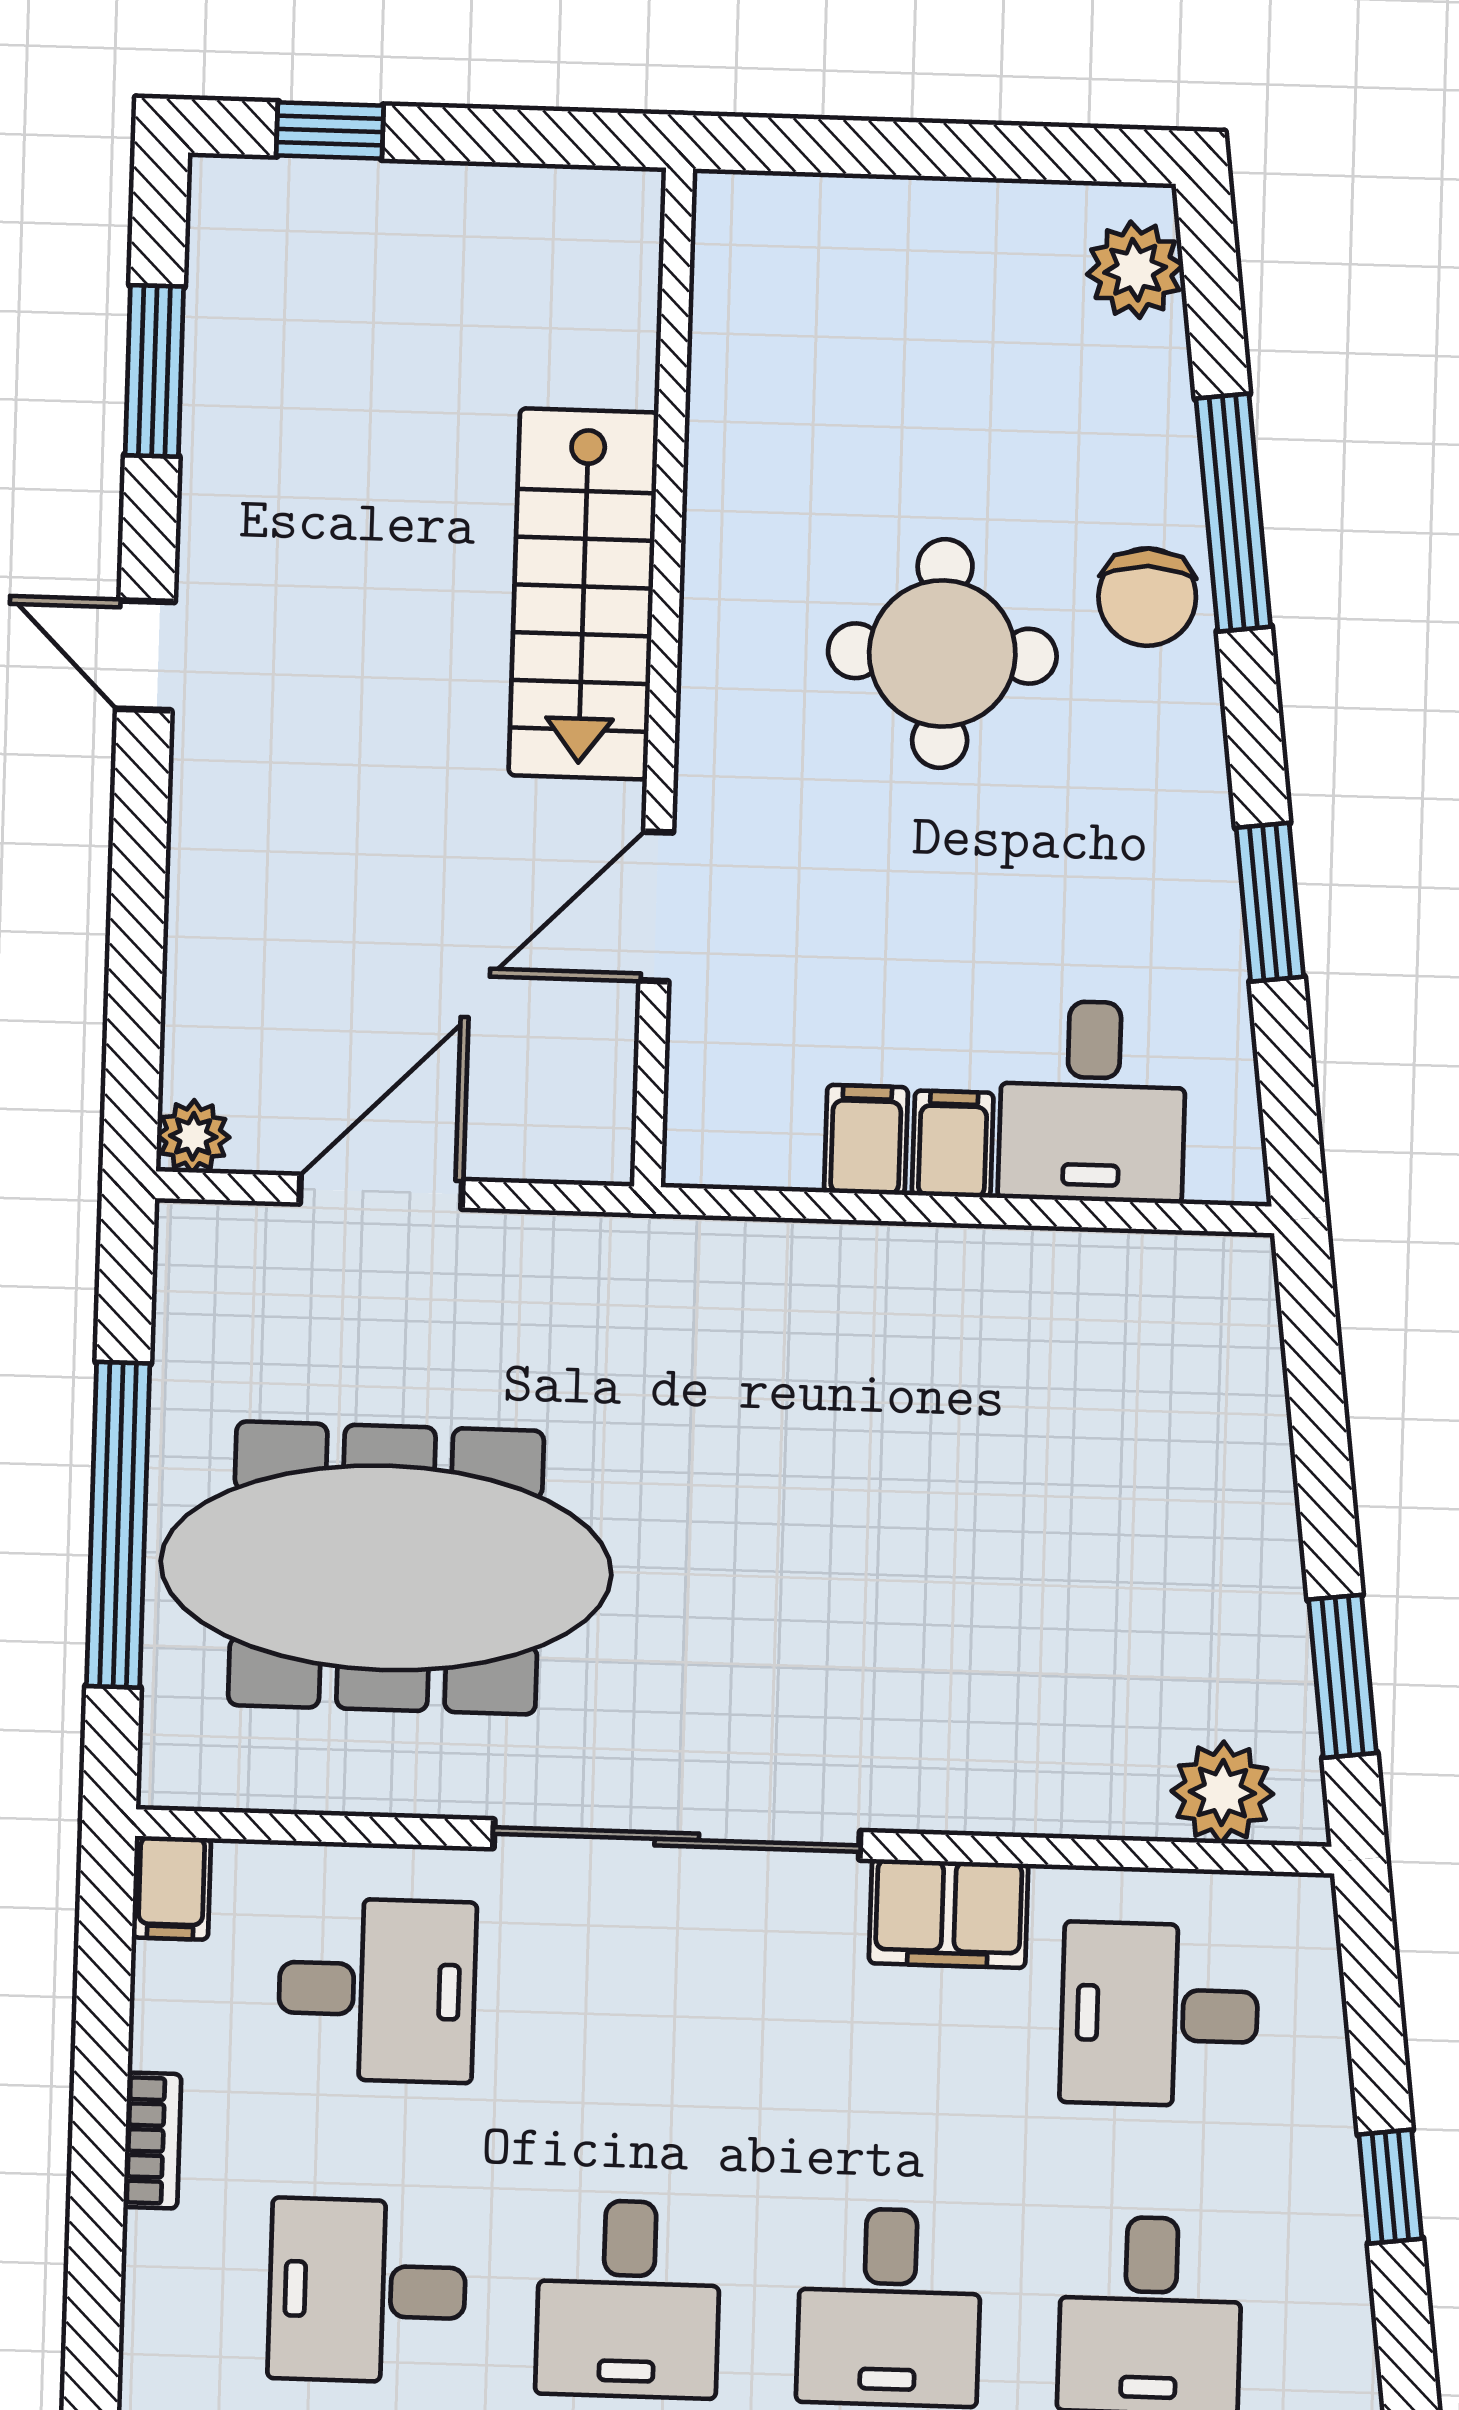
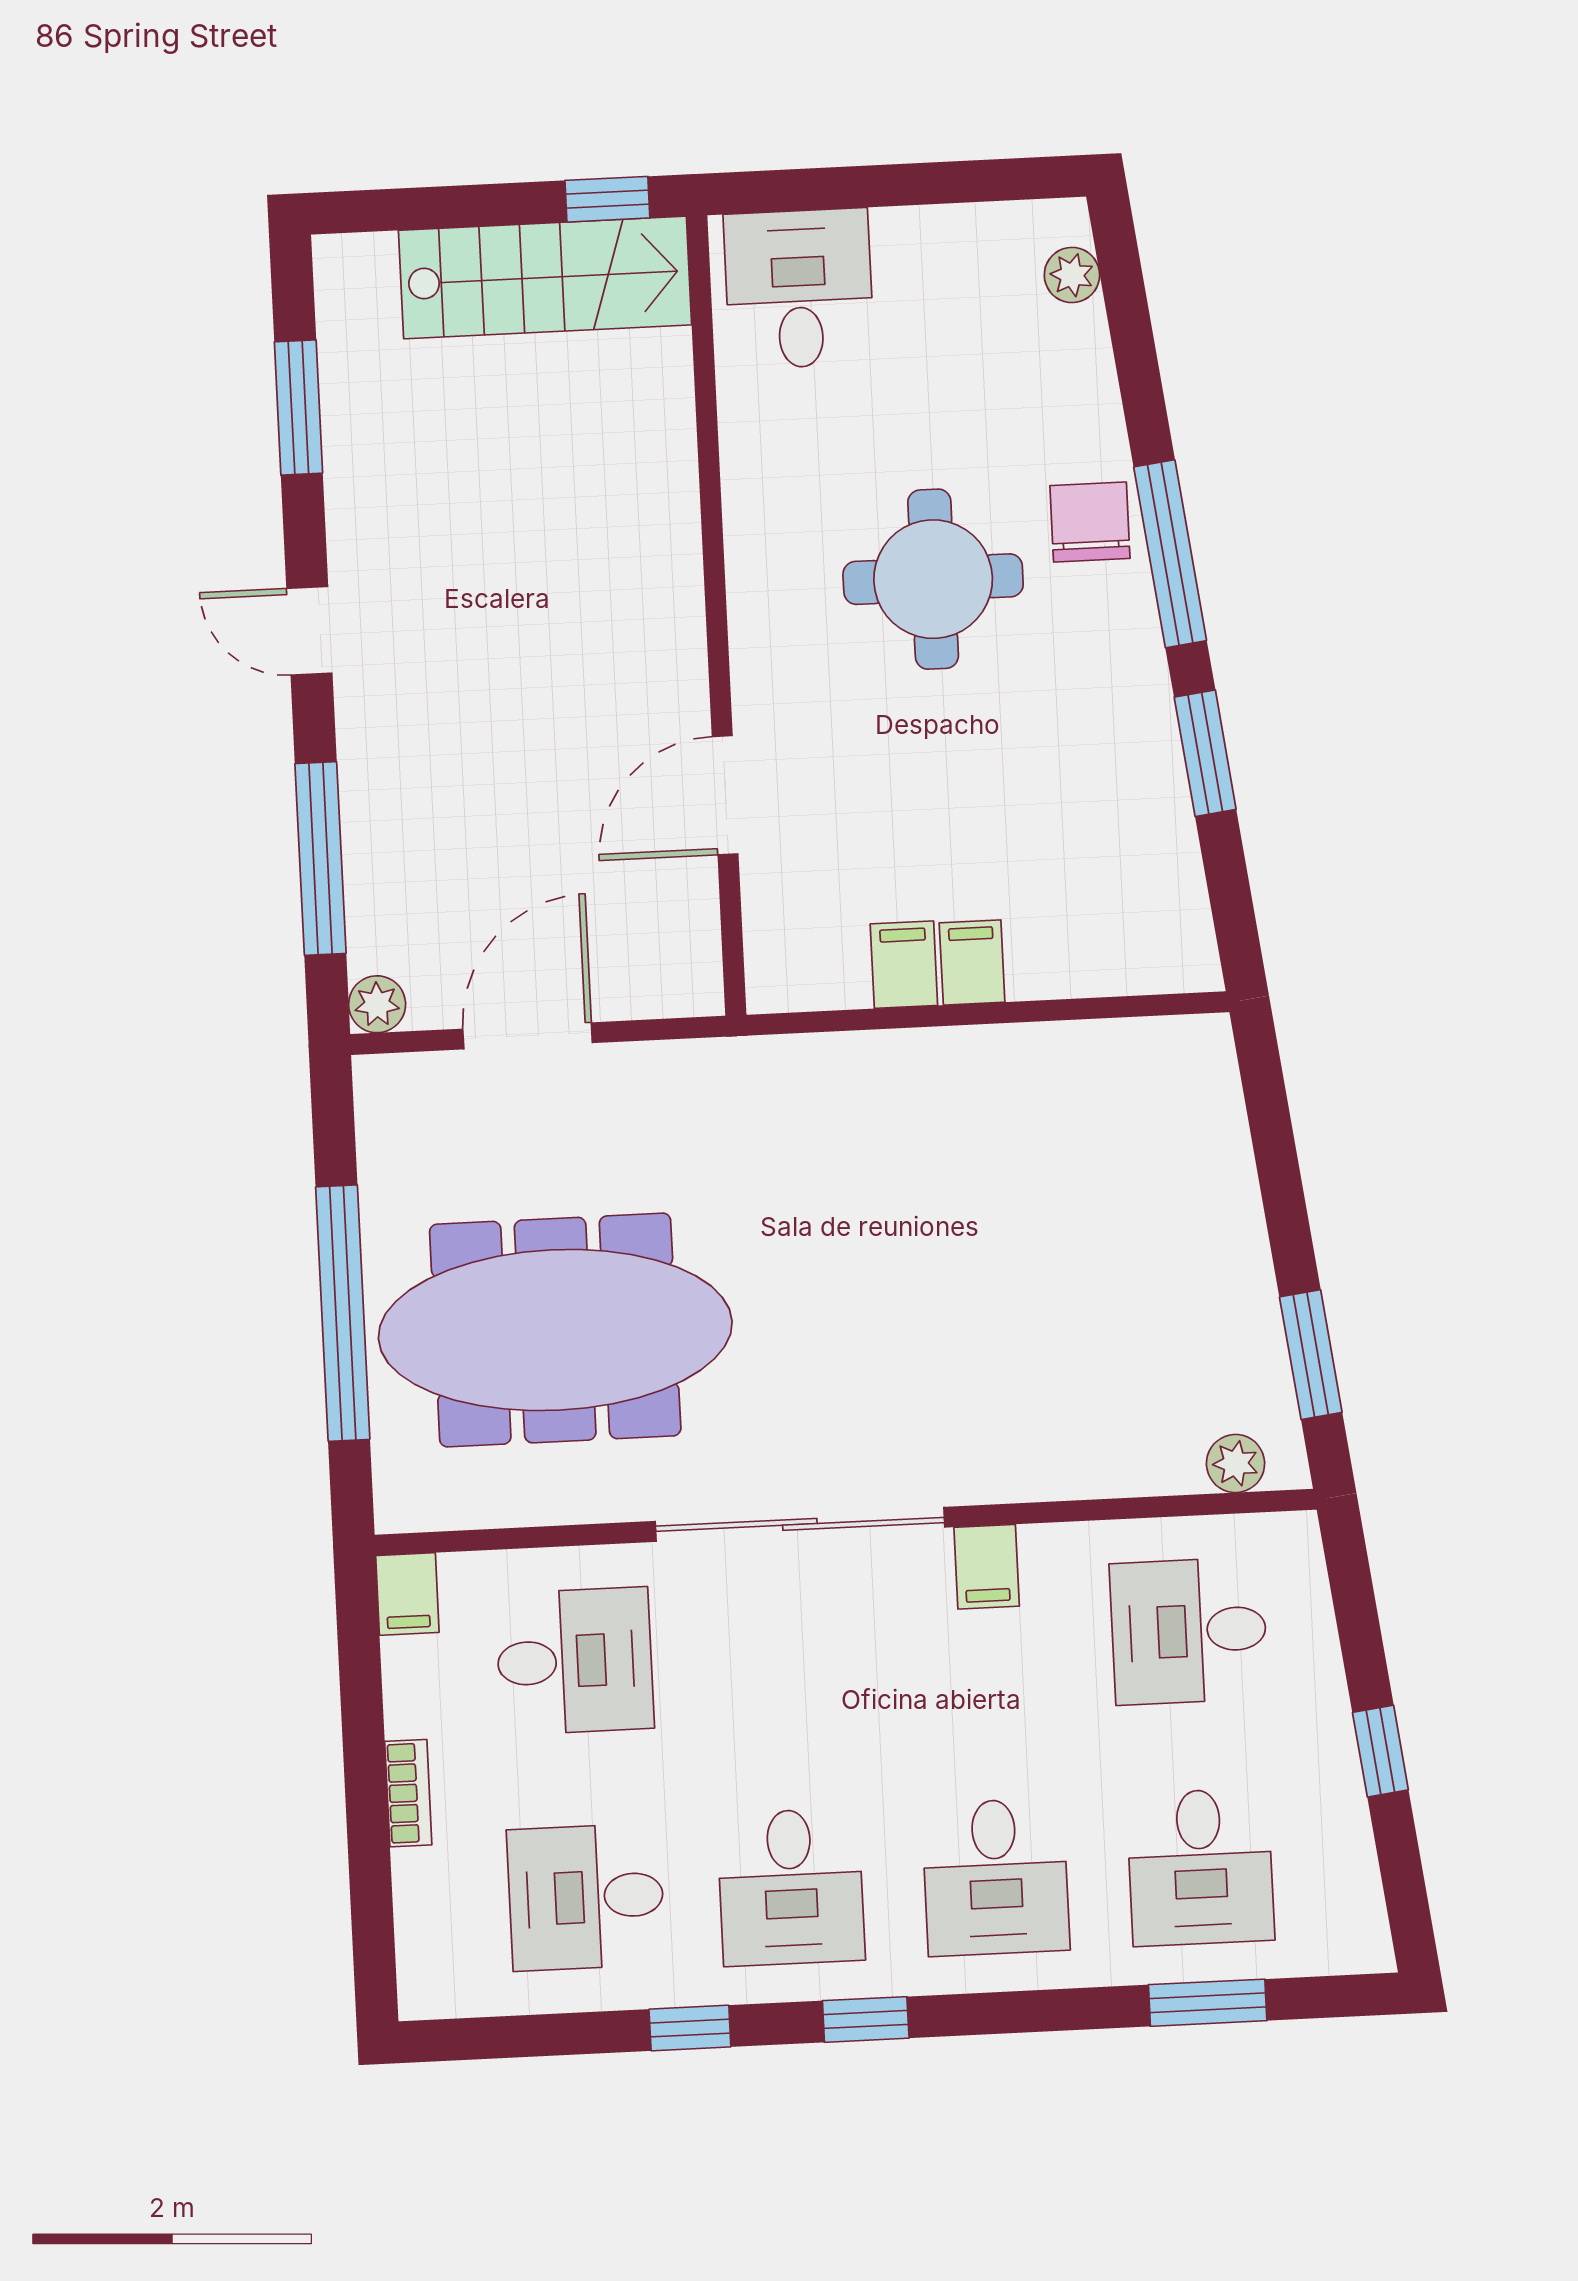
window: (330, 131) -> (607, 199), moved
plant: (1135, 270) -> (1072, 275), width x0.73, depth x0.73
window: (1233, 513) -> (1170, 554), moved
stairs: (584, 594) -> (545, 278), moved, turned -90
chair: (1147, 597) -> (1090, 522), turned 180
window: (136, 946) -> (321, 859), added
desk: (1093, 1101) -> (799, 289), moved, turned 180
plant: (1222, 1792) -> (1235, 1463), width x0.73, depth x0.73
filing cabinet: (949, 1914) -> (987, 1567), width x0.50

